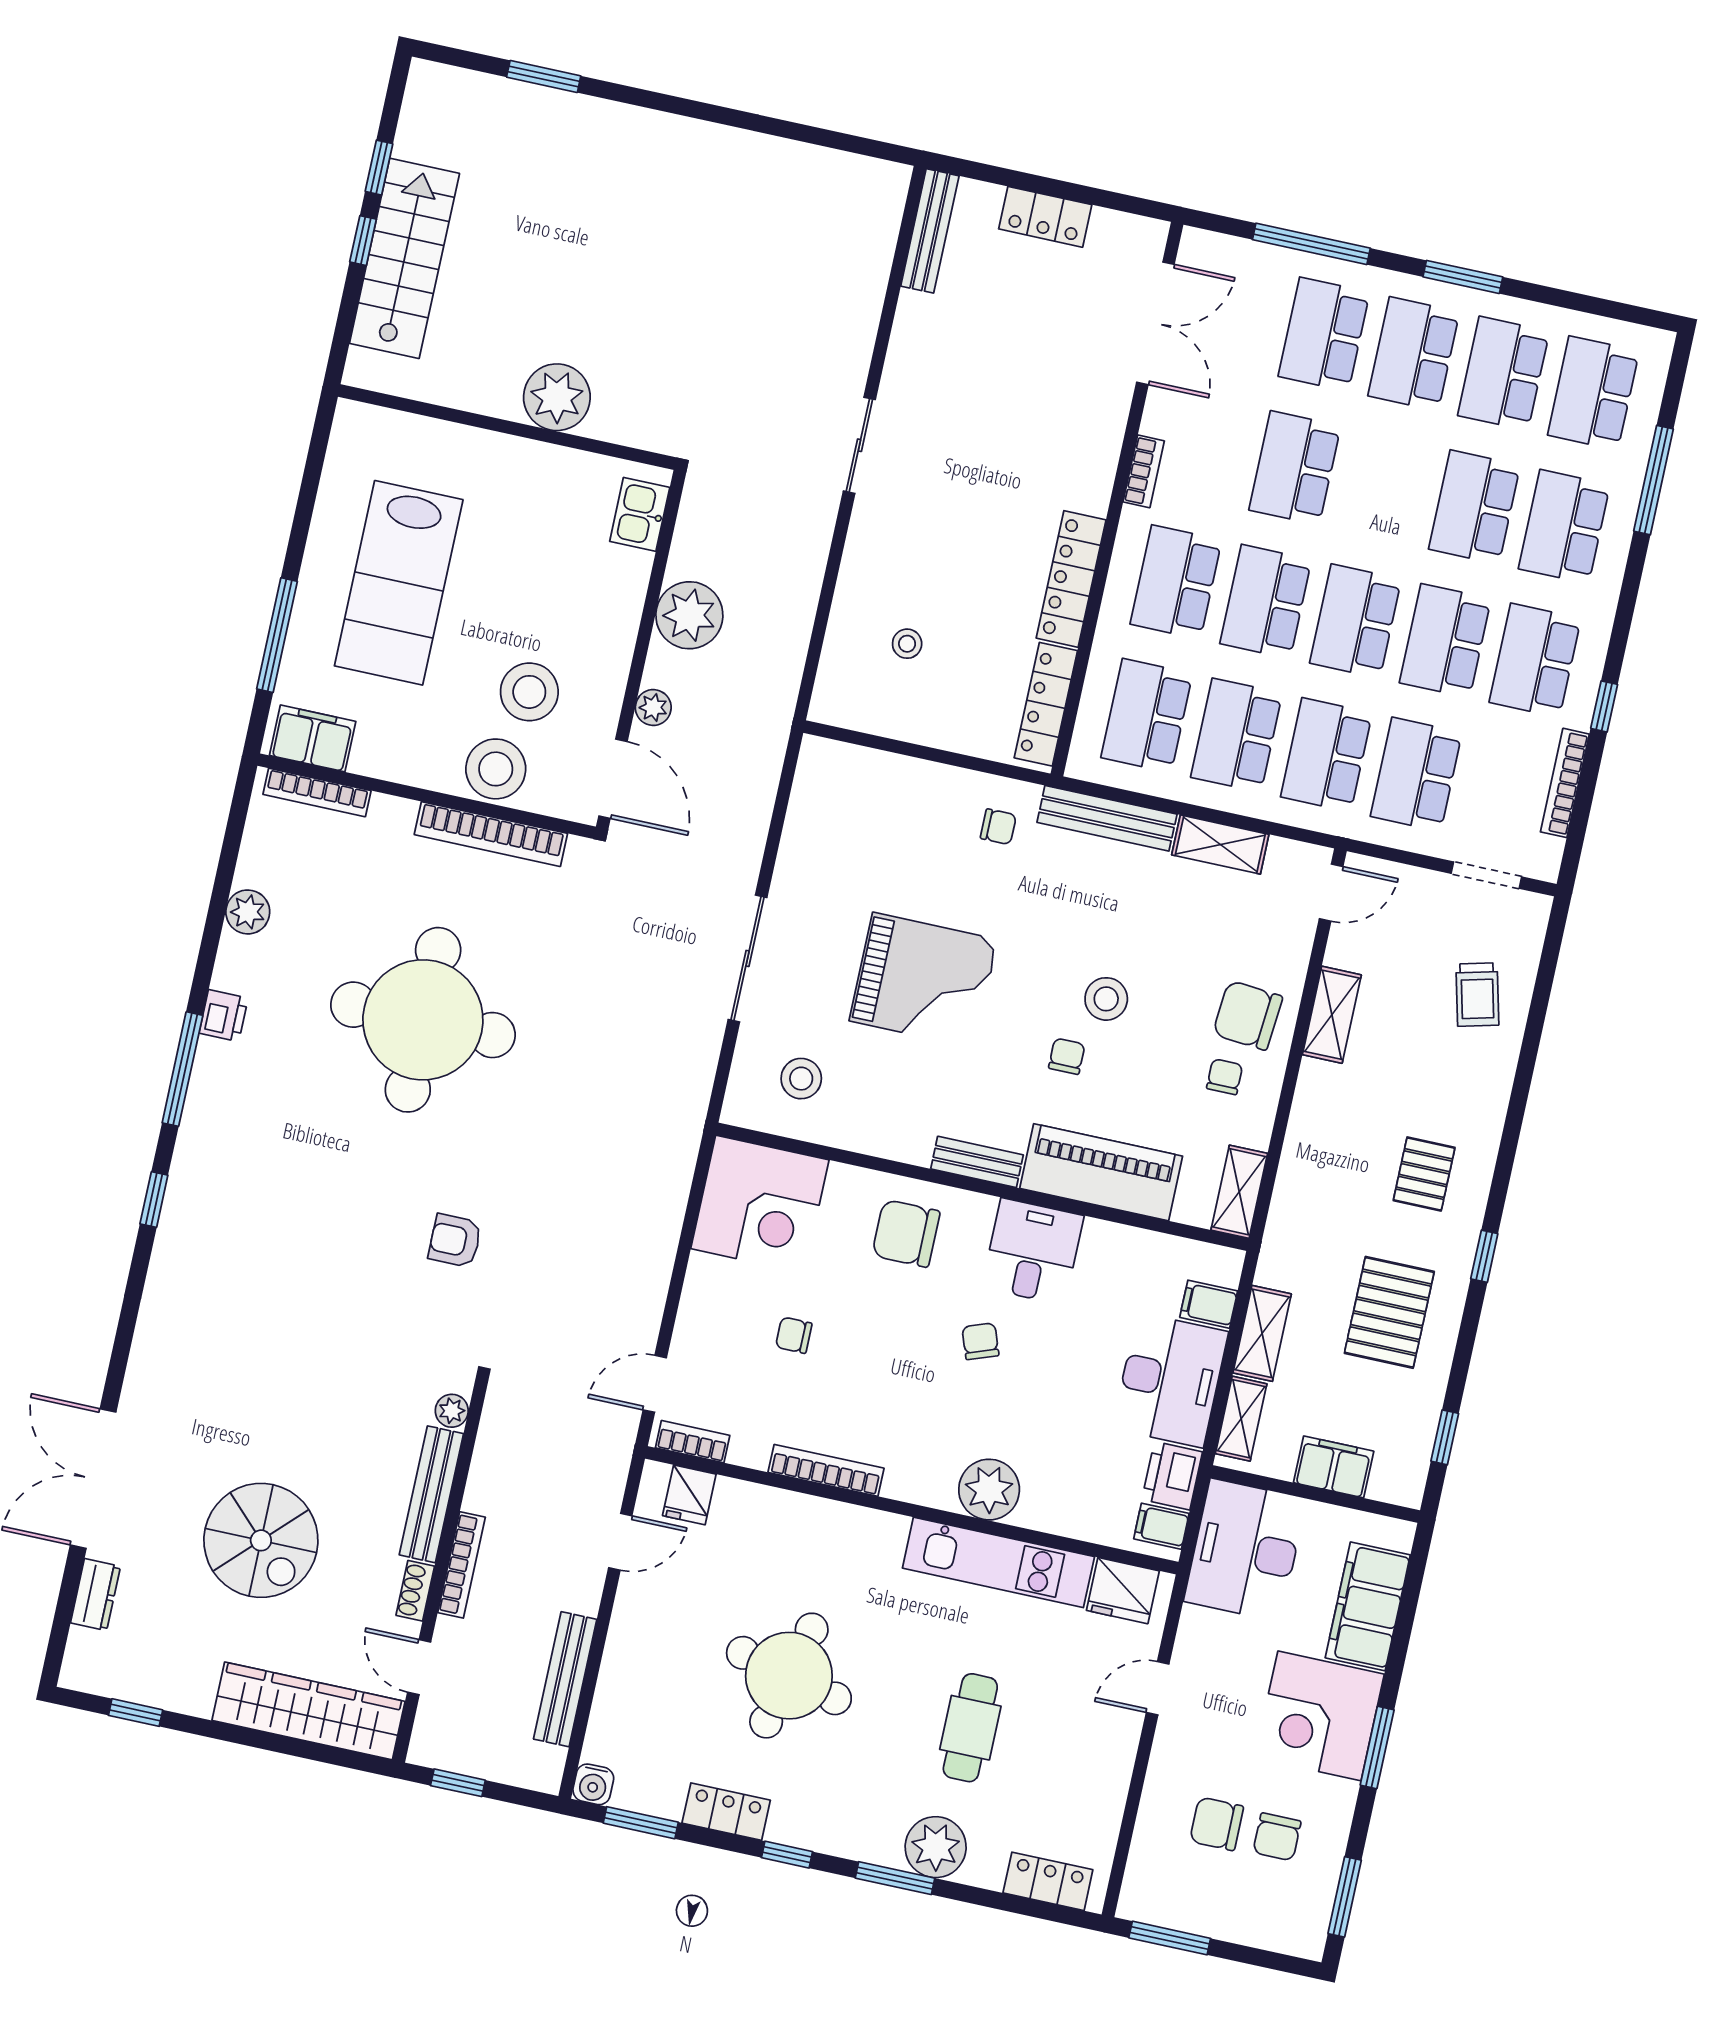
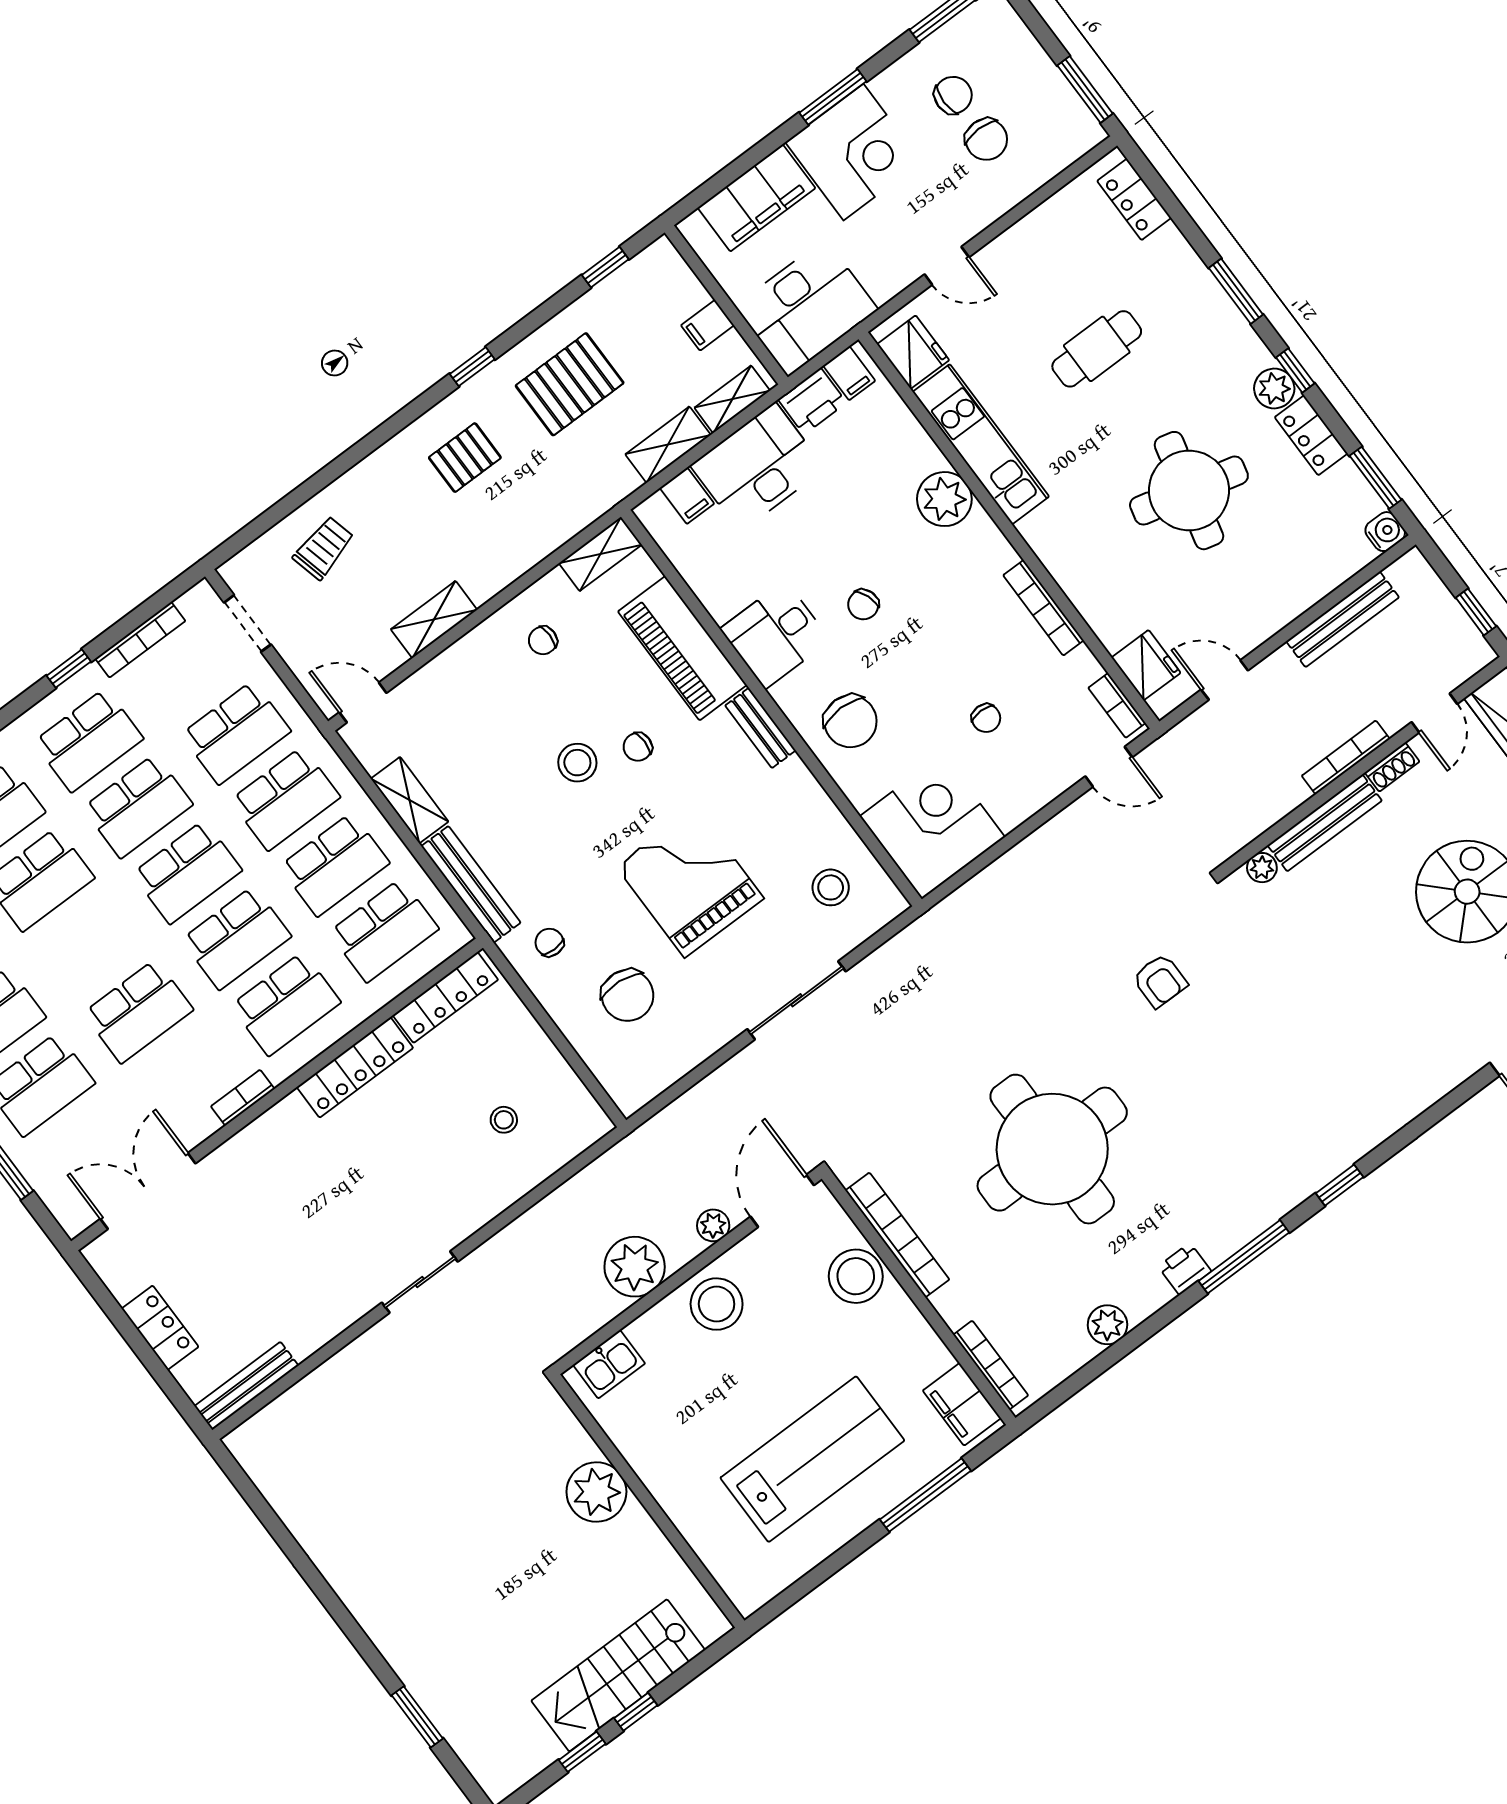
stool: (529, 692) -> (717, 1304), moved
chair: (1248, 1015) -> (628, 995), moved
filing cabinet: (1334, 1467) -> (708, 325), width x0.50
fridge: (689, 1495) -> (1146, 665), width x1.38
plant: (936, 1847) -> (1274, 388), moved, width x0.73, depth x0.73

